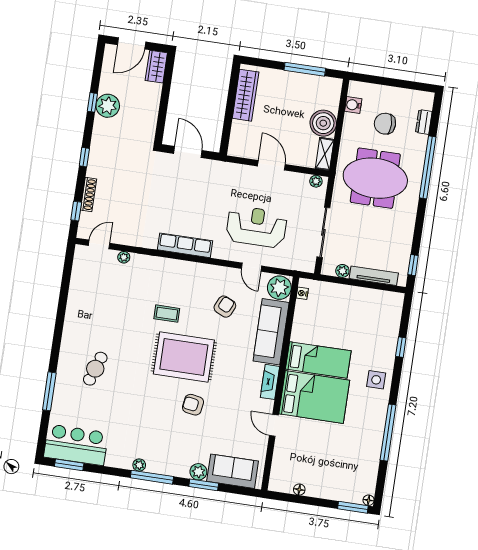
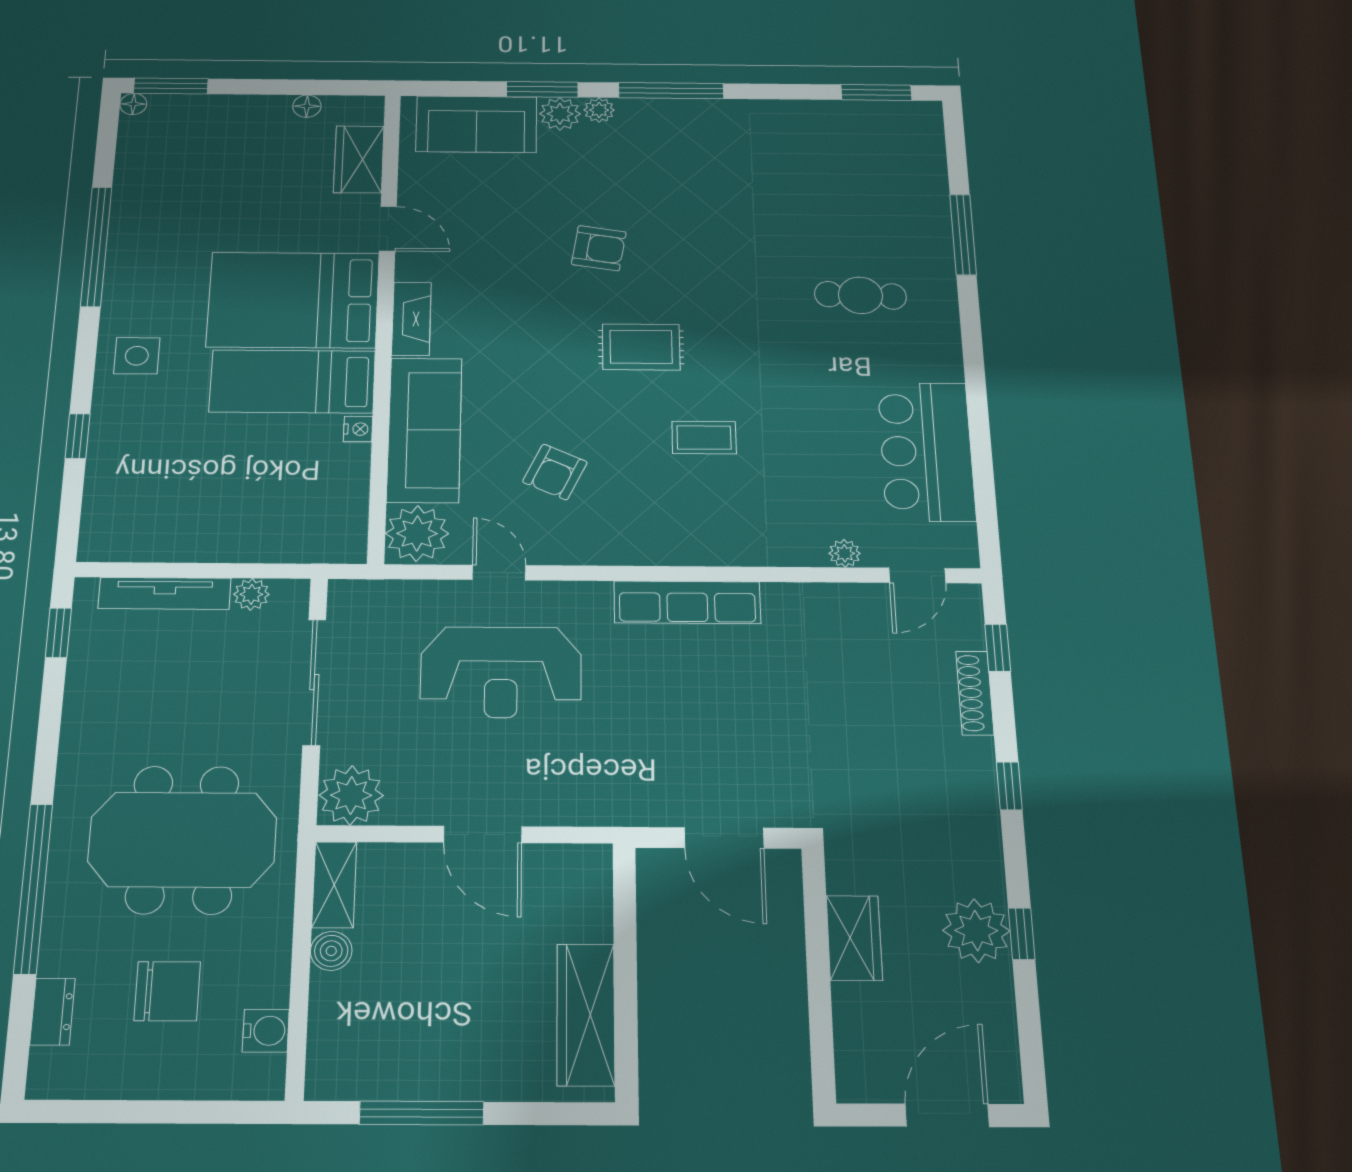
wardrobe: (156, 67) -> (854, 938), moved
boiler: (323, 123) -> (331, 951), width x0.54, depth x0.54
plant: (316, 181) -> (351, 795), width x1.88, depth x1.88
nightstand: (302, 293) -> (358, 429), moved
rug: (184, 357) -> (641, 347), width x0.54, depth x0.49
cafe table: (95, 369) -> (860, 295), turned 73
bar counter: (76, 445) -> (926, 451), moved, turned 90
wardrobe: (281, 460) -> (359, 159), added
plant: (139, 465) -> (599, 110), moved

